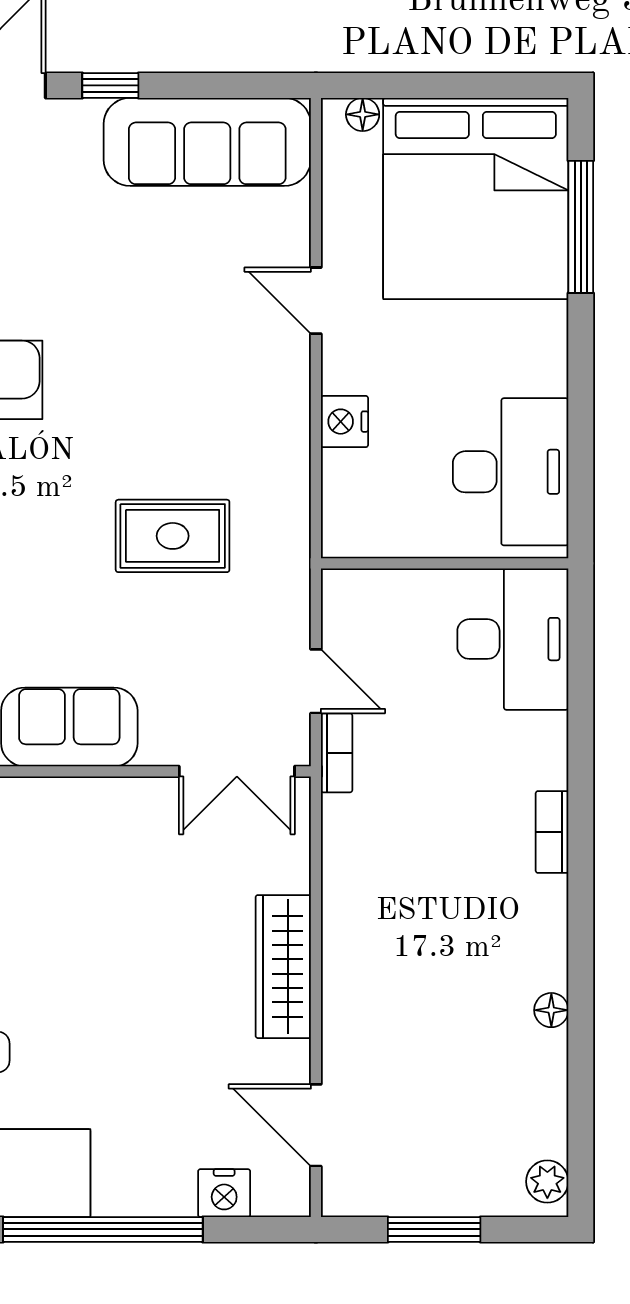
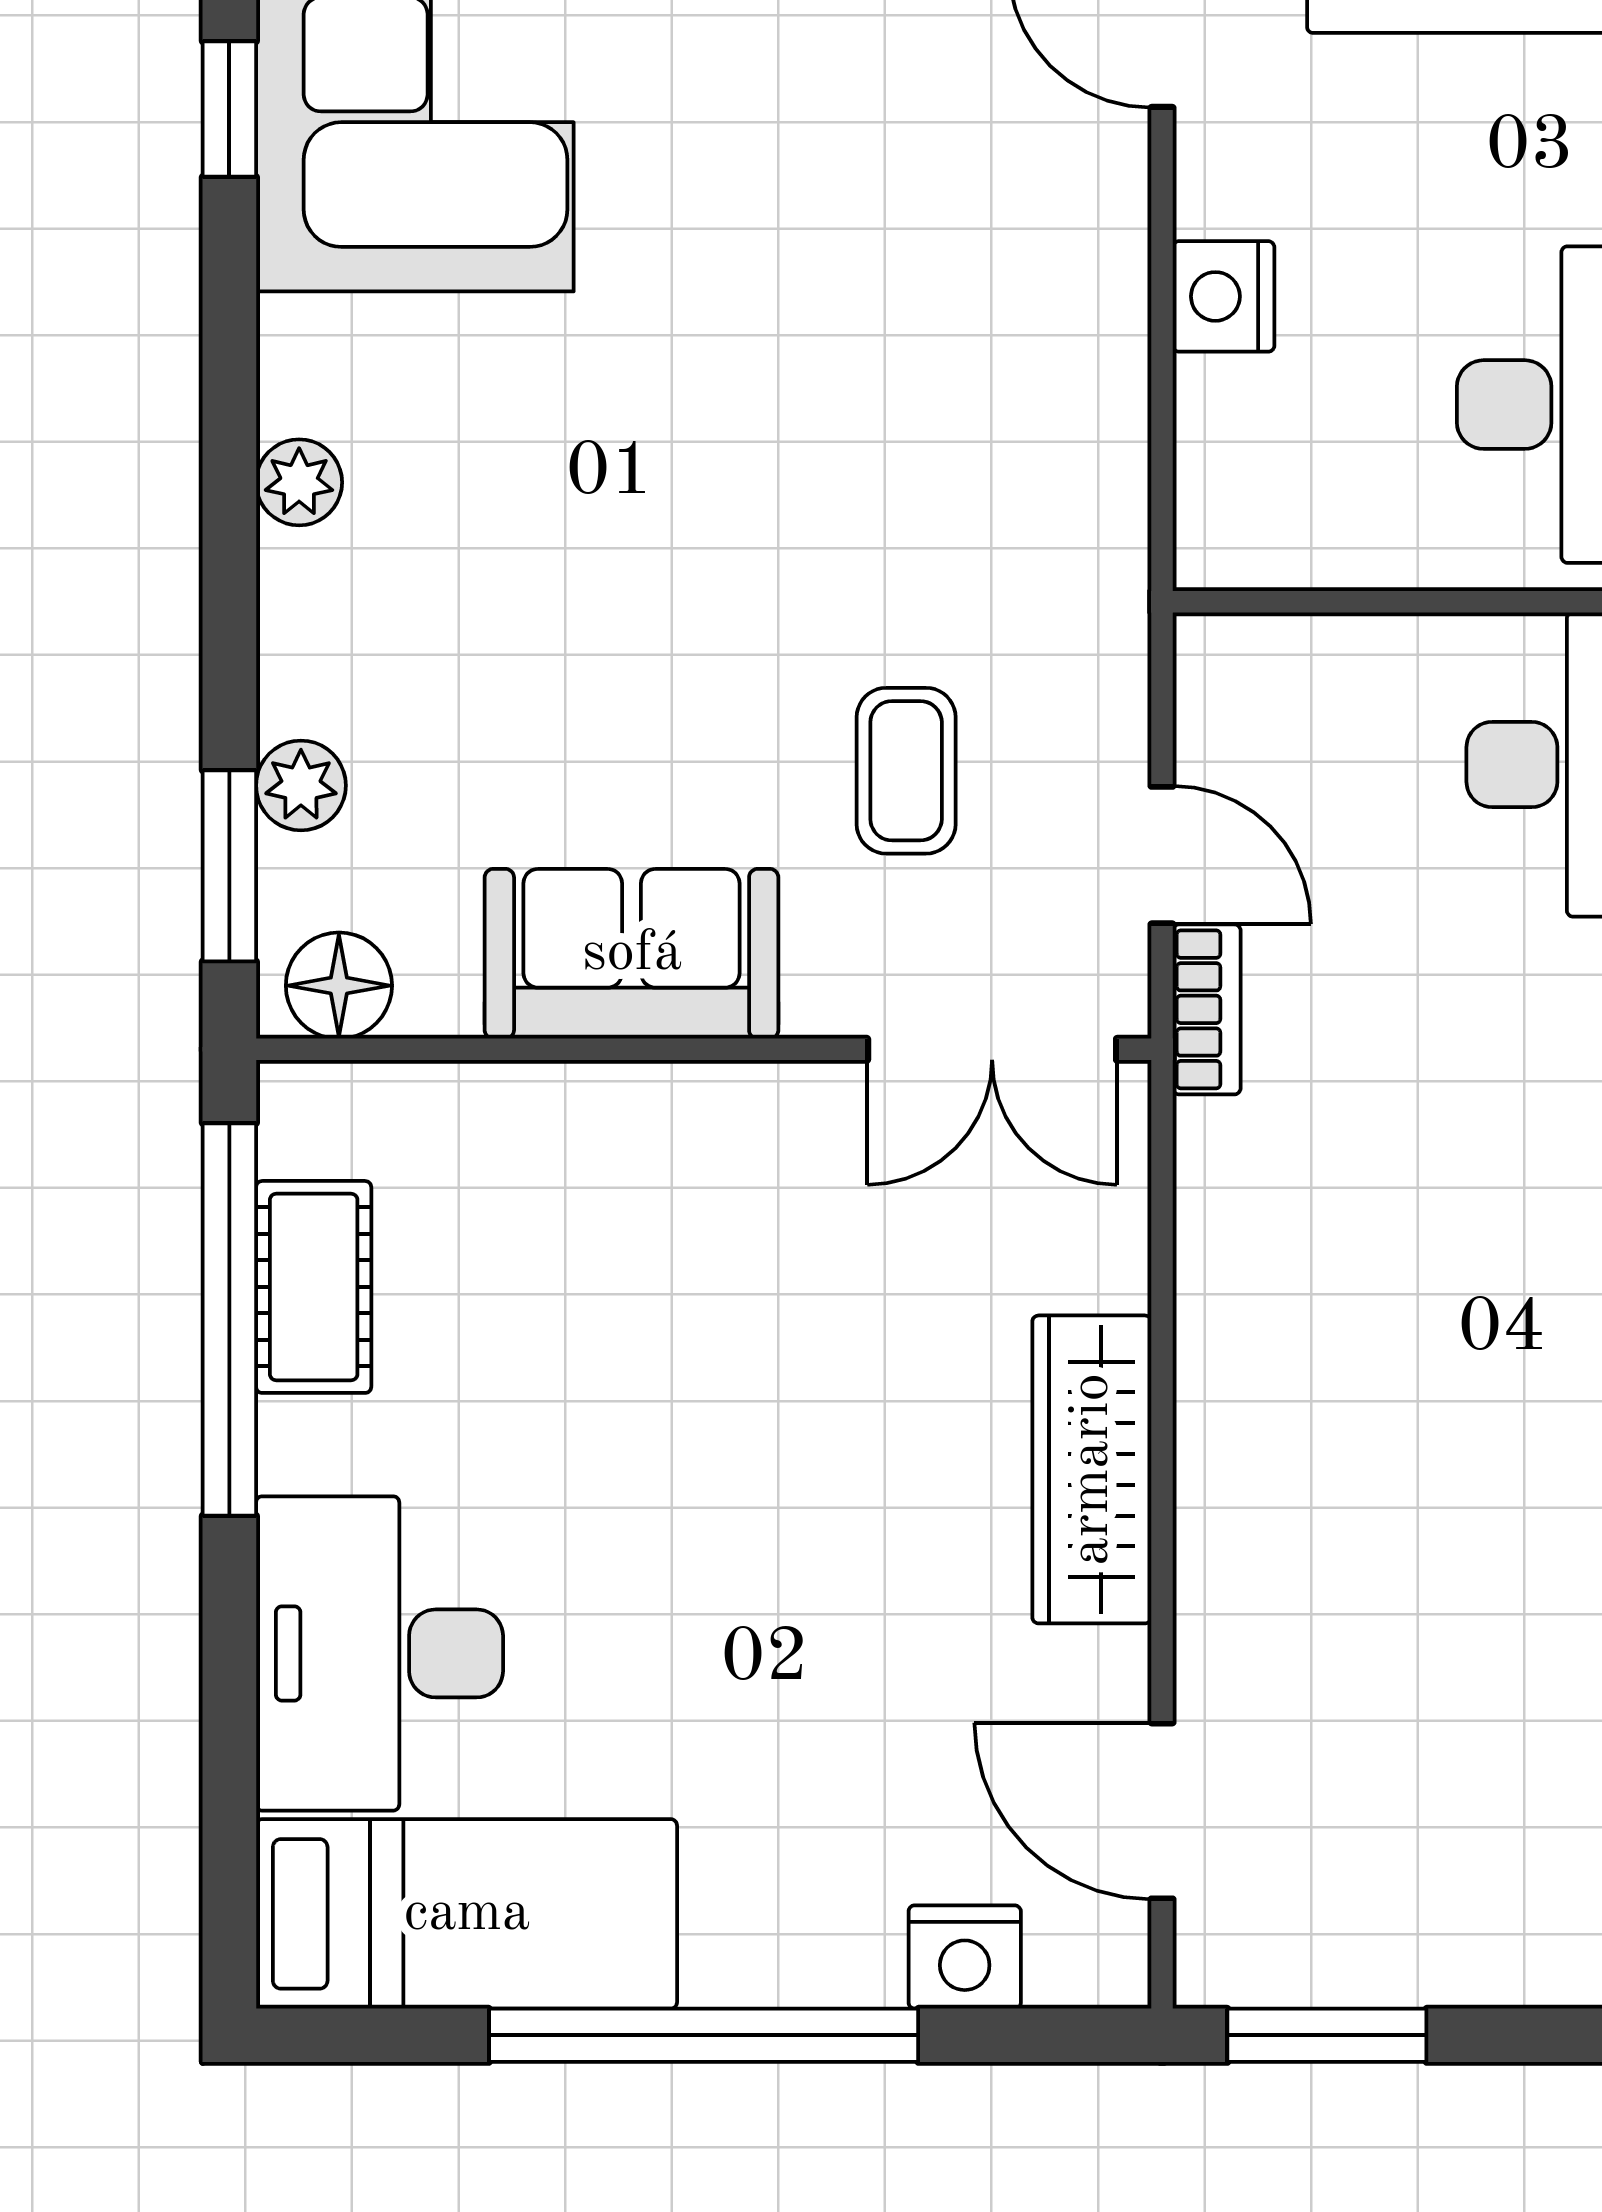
rug: (173, 536) -> (854, 543), removed
coffee table: (197, 642) -> (906, 771), added
window: (434, 1229) -> (1327, 2035), moved

